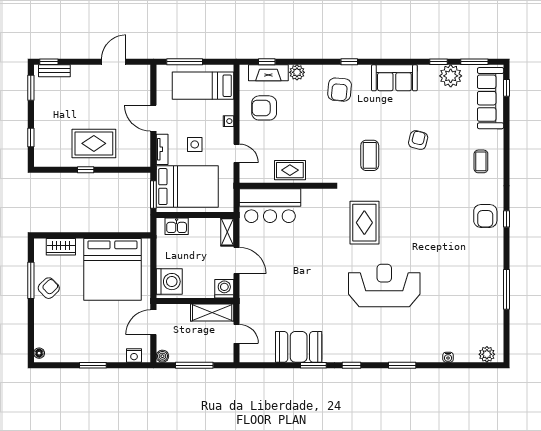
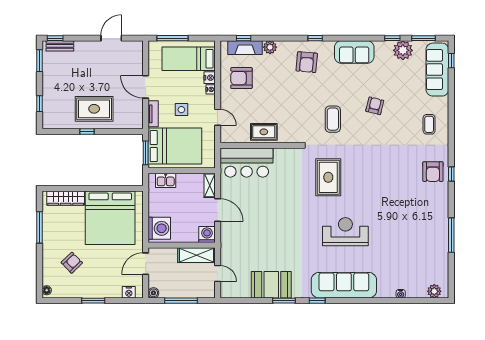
nightstand: (227, 108) -> (210, 78), added
wardrobe: (61, 247) -> (66, 198), width x1.50
reception desk: (384, 286) -> (345, 232), width x0.74, depth x0.77
armchair: (49, 288) -> (72, 263), moved
sofa: (382, 347) -> (344, 285), added
window: (402, 365) -> (361, 301), removed

